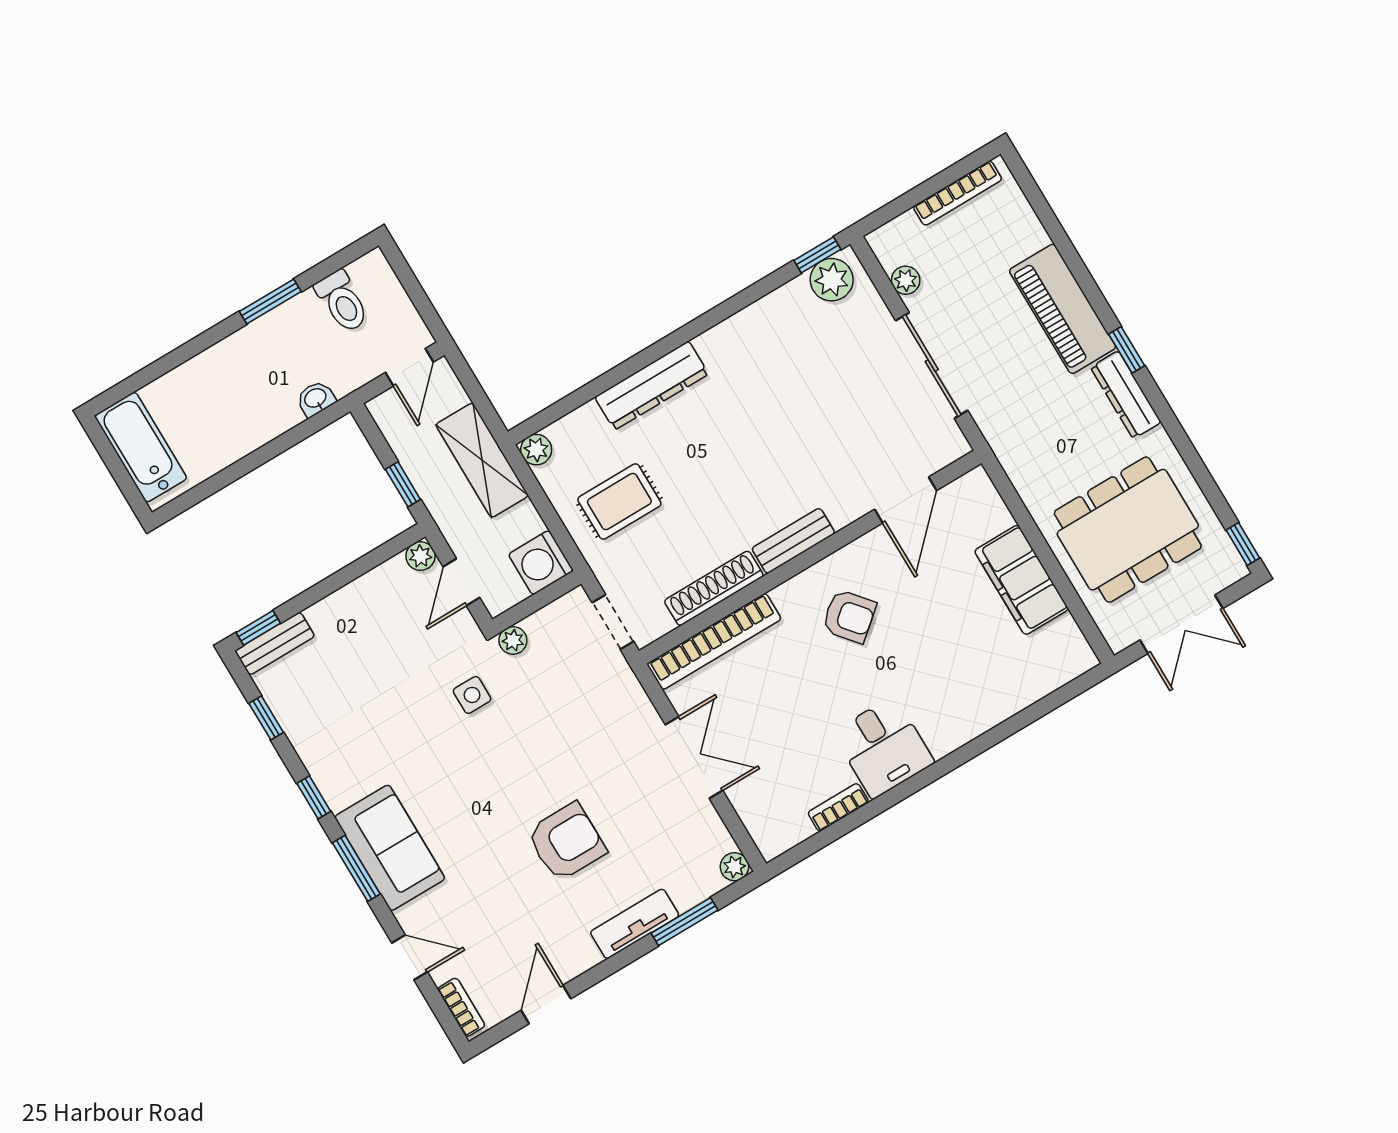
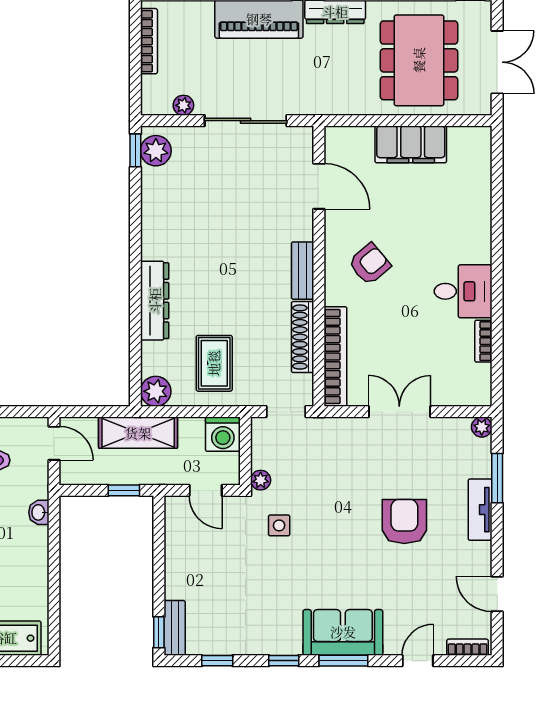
plant: (536, 450) -> (156, 391), width x1.38, depth x1.38
plant: (421, 556) -> (174, 506), removed

